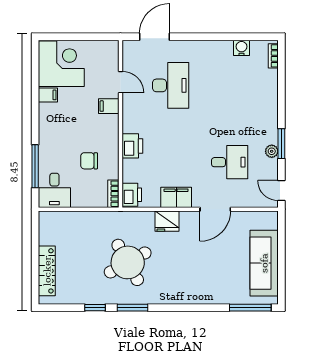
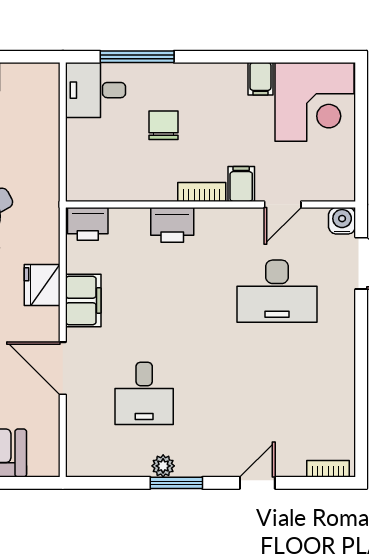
water cooler: (242, 48) -> (342, 221), moved, turned -90
chair: (89, 161) -> (163, 125), moved
door: (281, 191) -> (257, 483), moved
bookcase: (113, 194) -> (202, 192), moved

